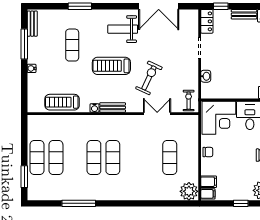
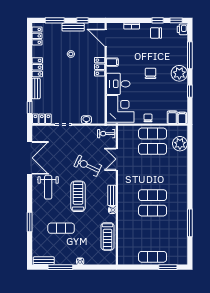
treadmill: (111, 66) -> (78, 196), turned 180
exercise mat: (56, 158) -> (153, 133), moved
plant: (189, 191) -> (180, 144), moved

